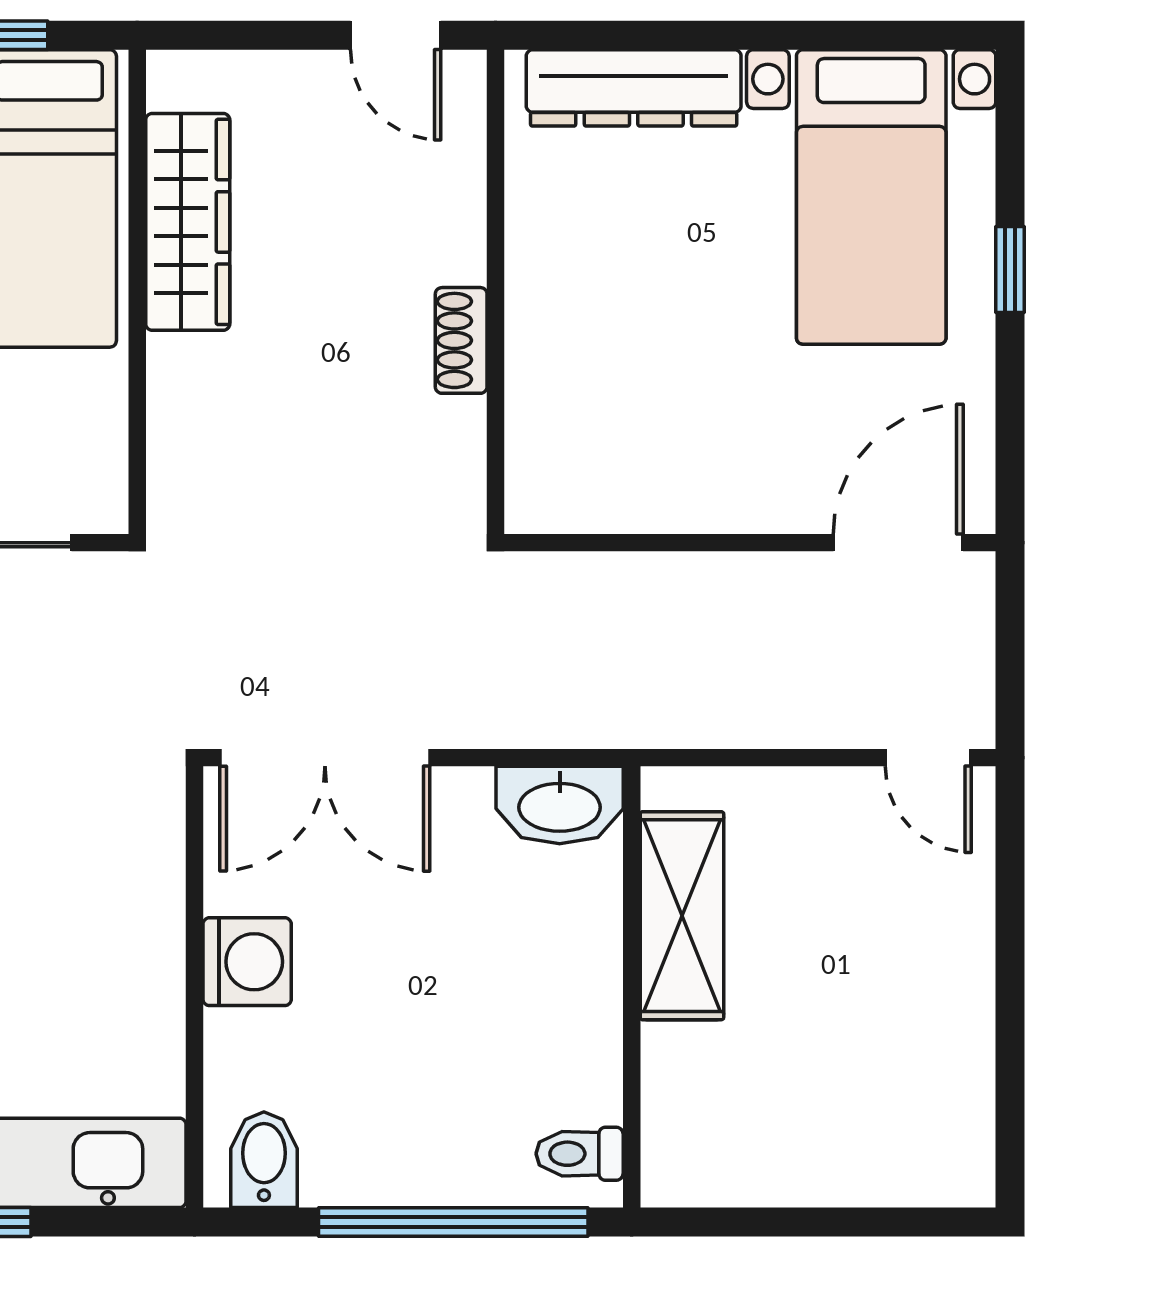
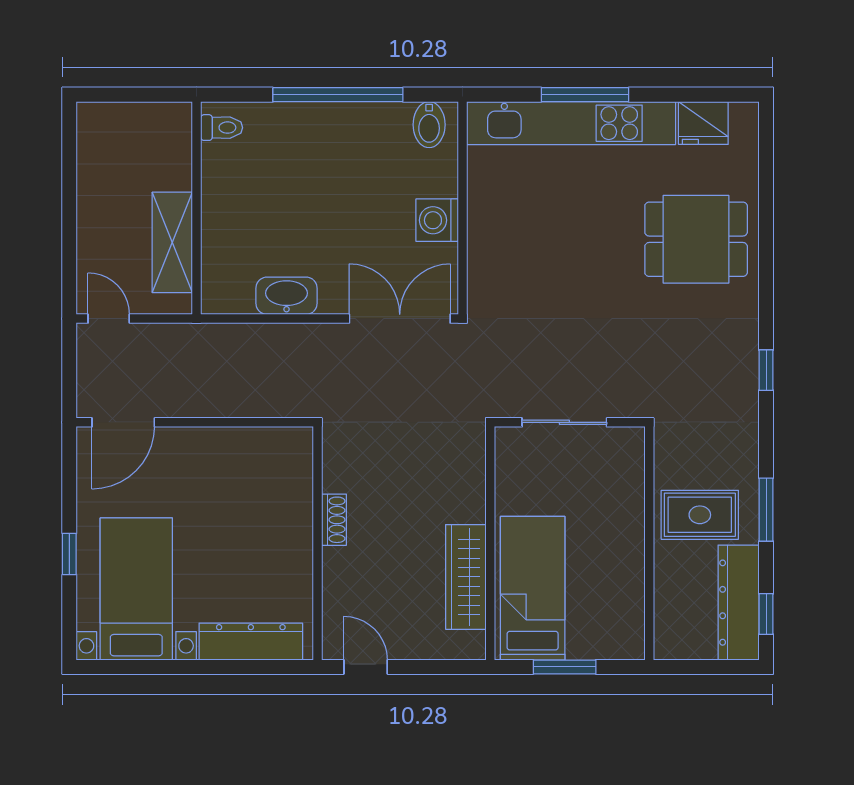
shelving: (682, 916) -> (172, 242), moved
wall: (632, 987) -> (196, 208), moved
toilet: (580, 1154) -> (222, 128), moved

